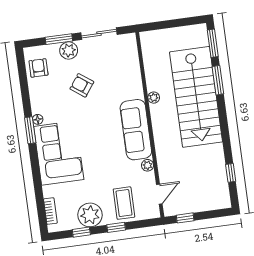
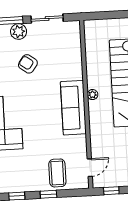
plant: (154, 98) -> (93, 95), moved
plant: (148, 165) -> (81, 141), removed
plant: (90, 215) -> (26, 181), removed

